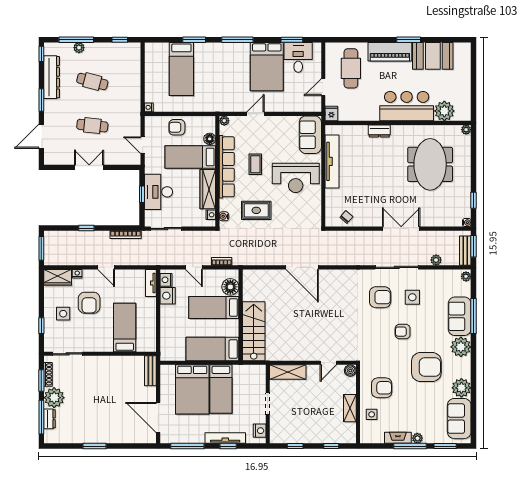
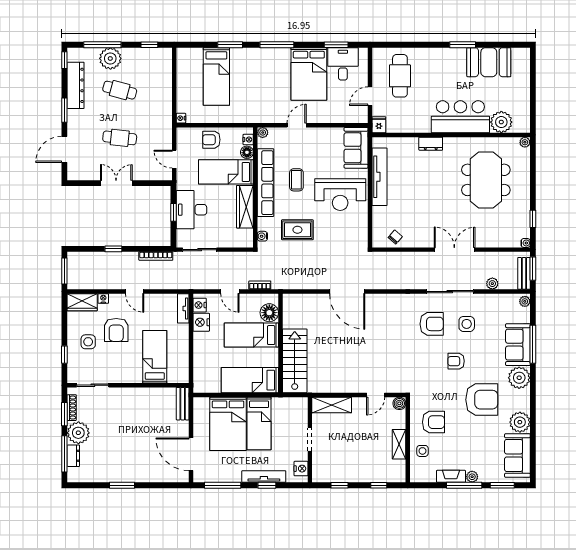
plant: (79, 48) -> (110, 58), width x1.88, depth x1.88
piano: (390, 52) -> (442, 58), removed
nightstand: (211, 215) -> (248, 140), moved

